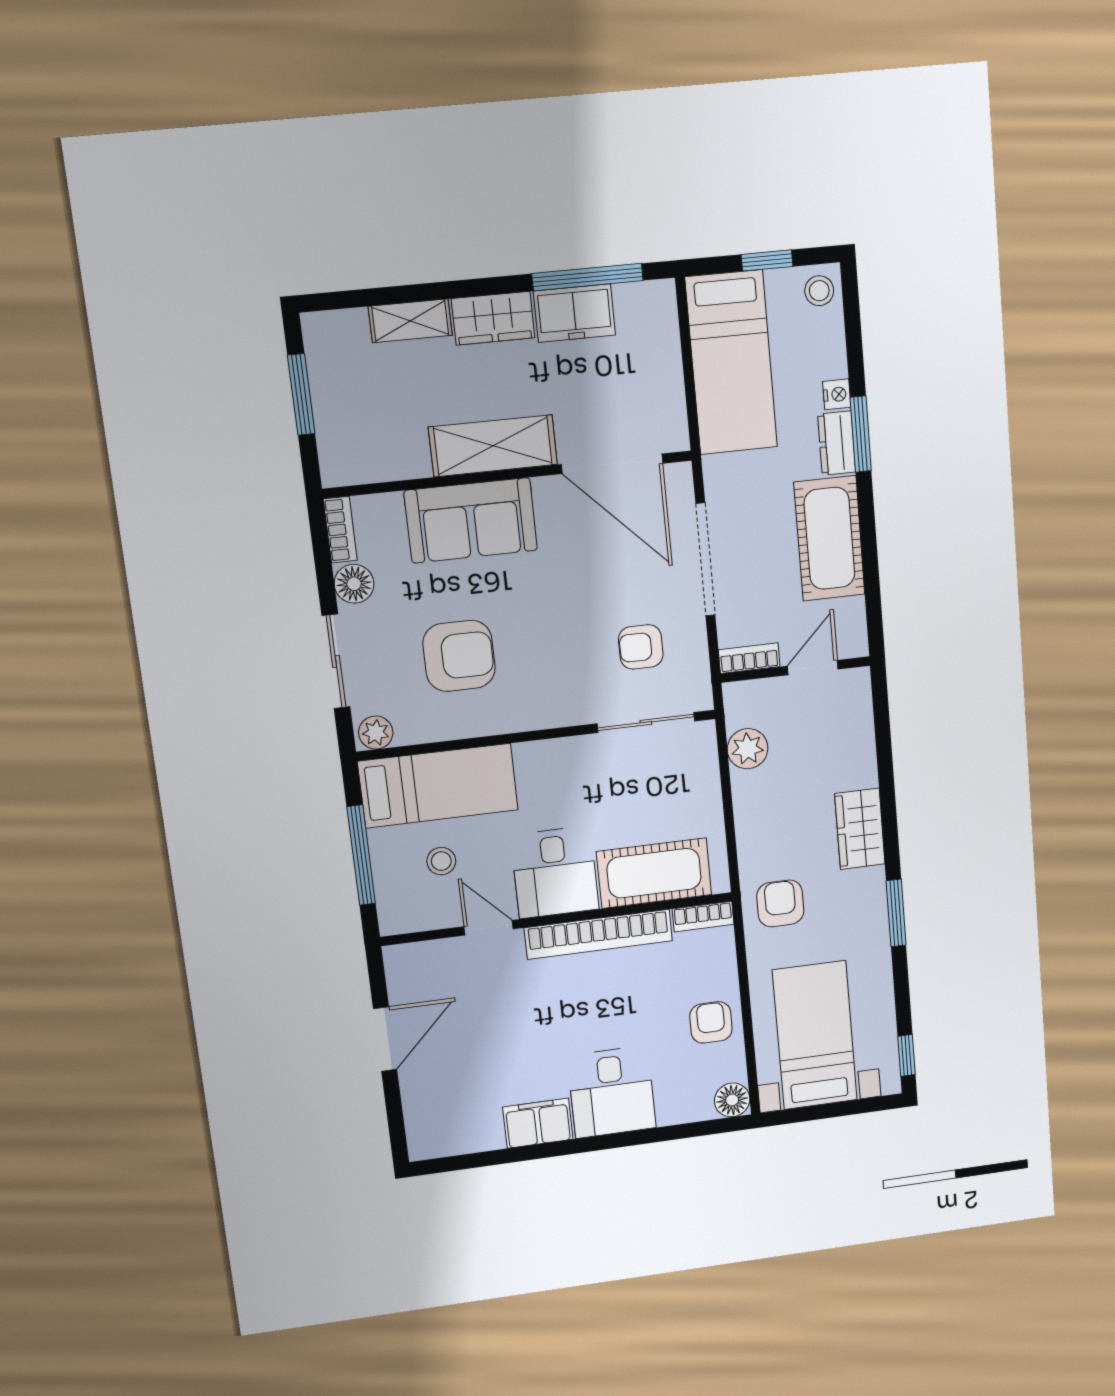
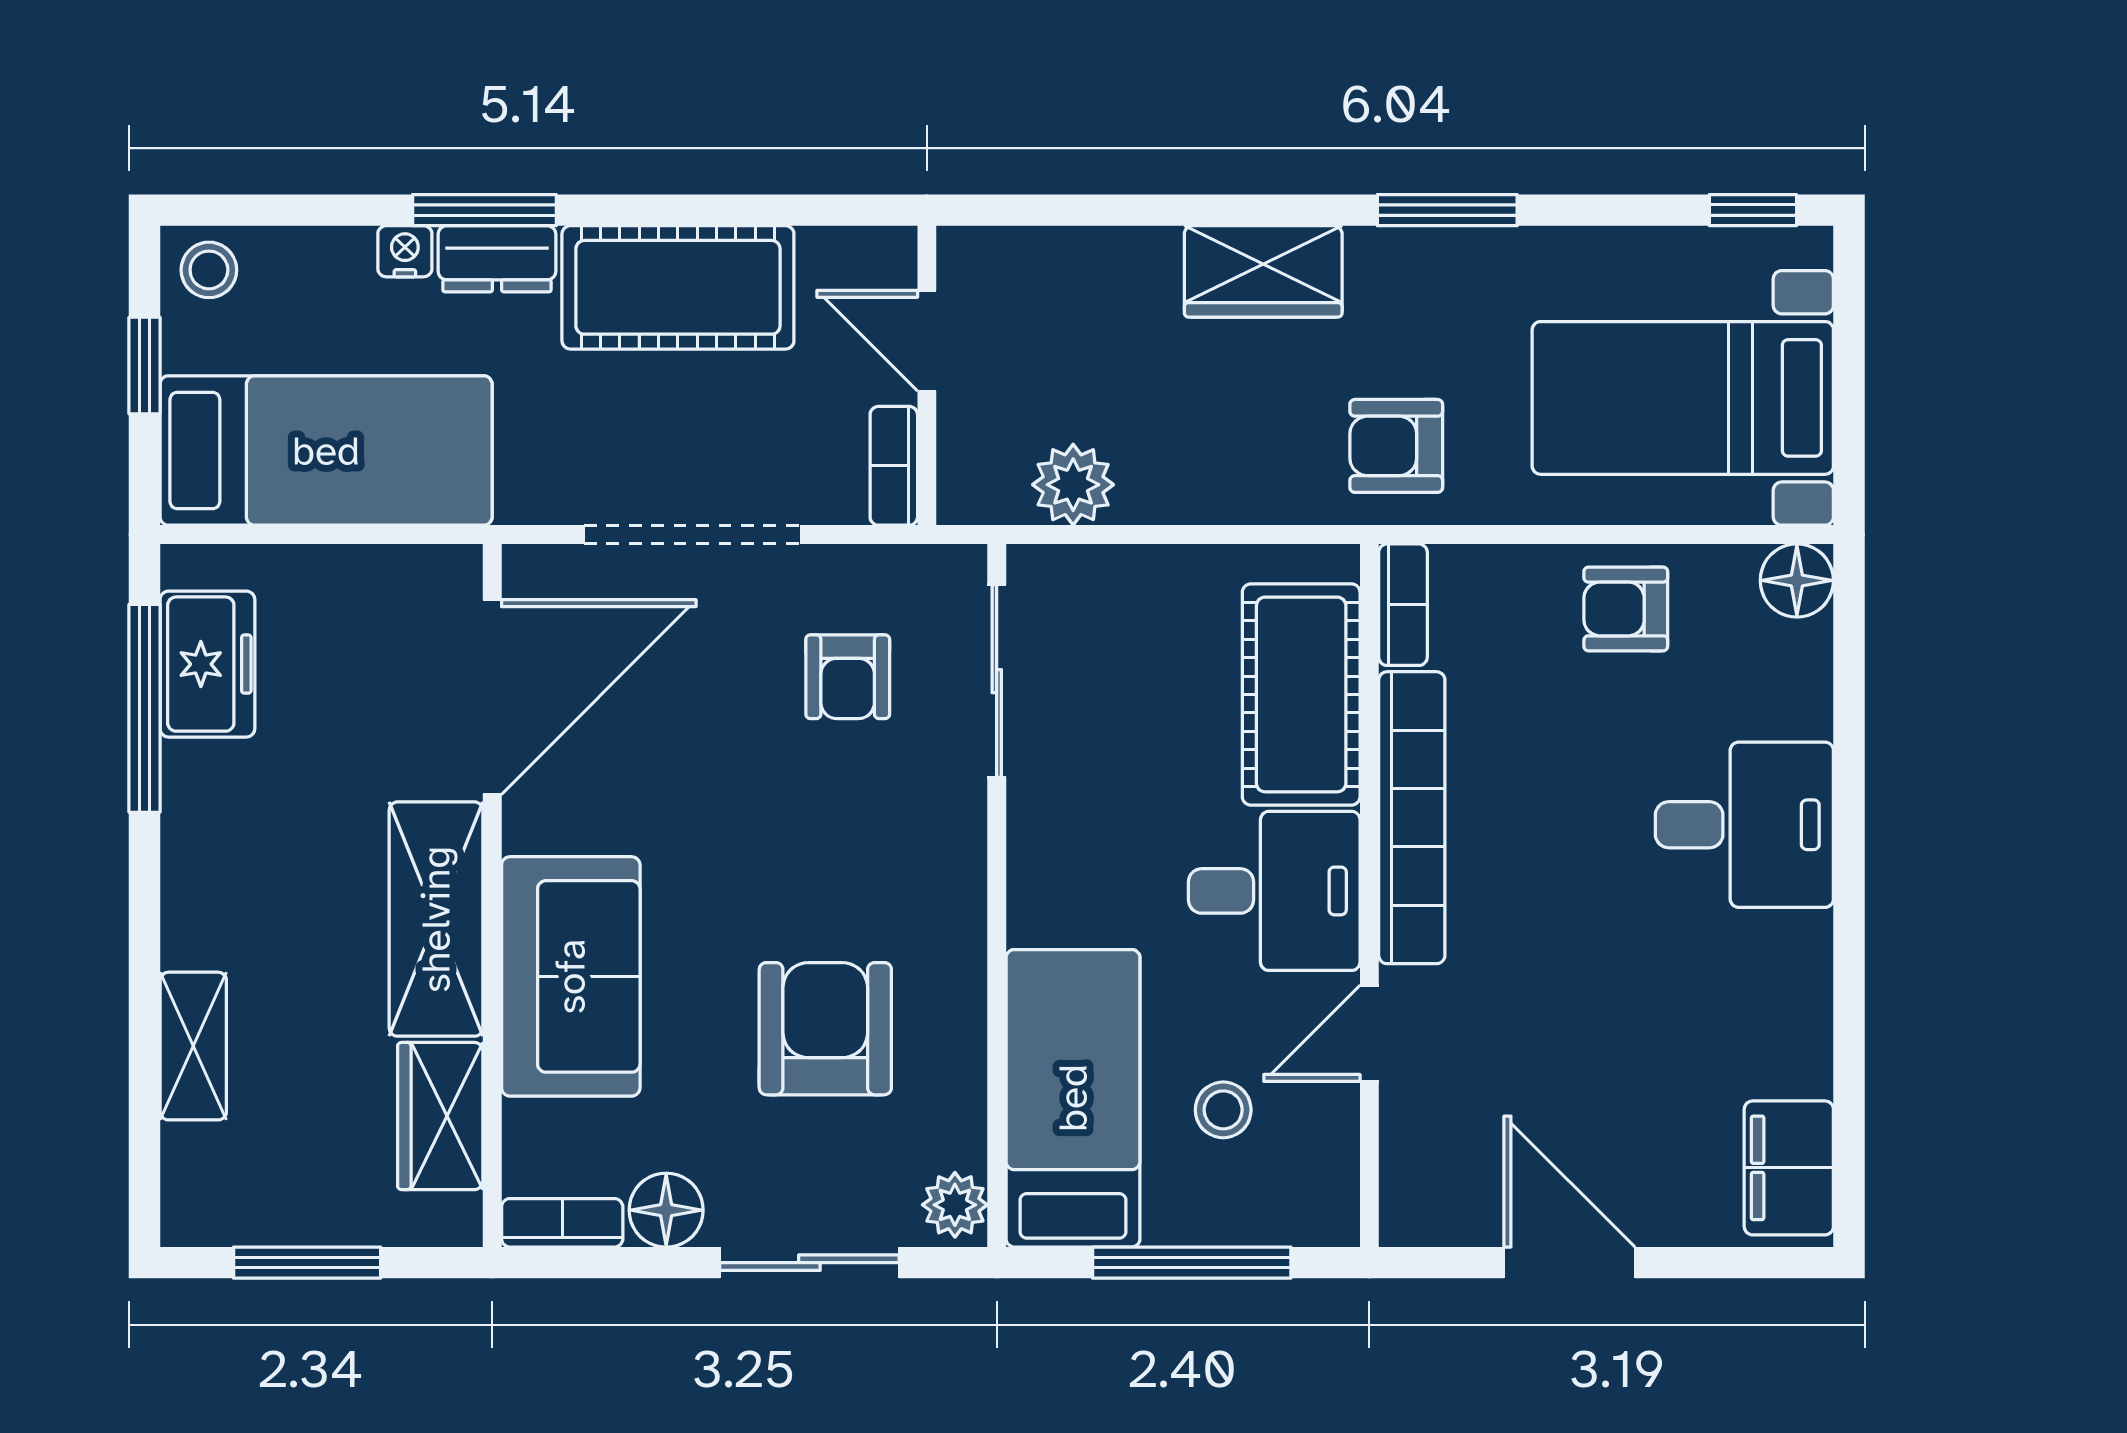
freezer: (574, 313) -> (207, 664), moved
wardrobe: (493, 318) -> (440, 1116), moved, turned 180
filing cabinet: (538, 1123) -> (1789, 1168), moved

